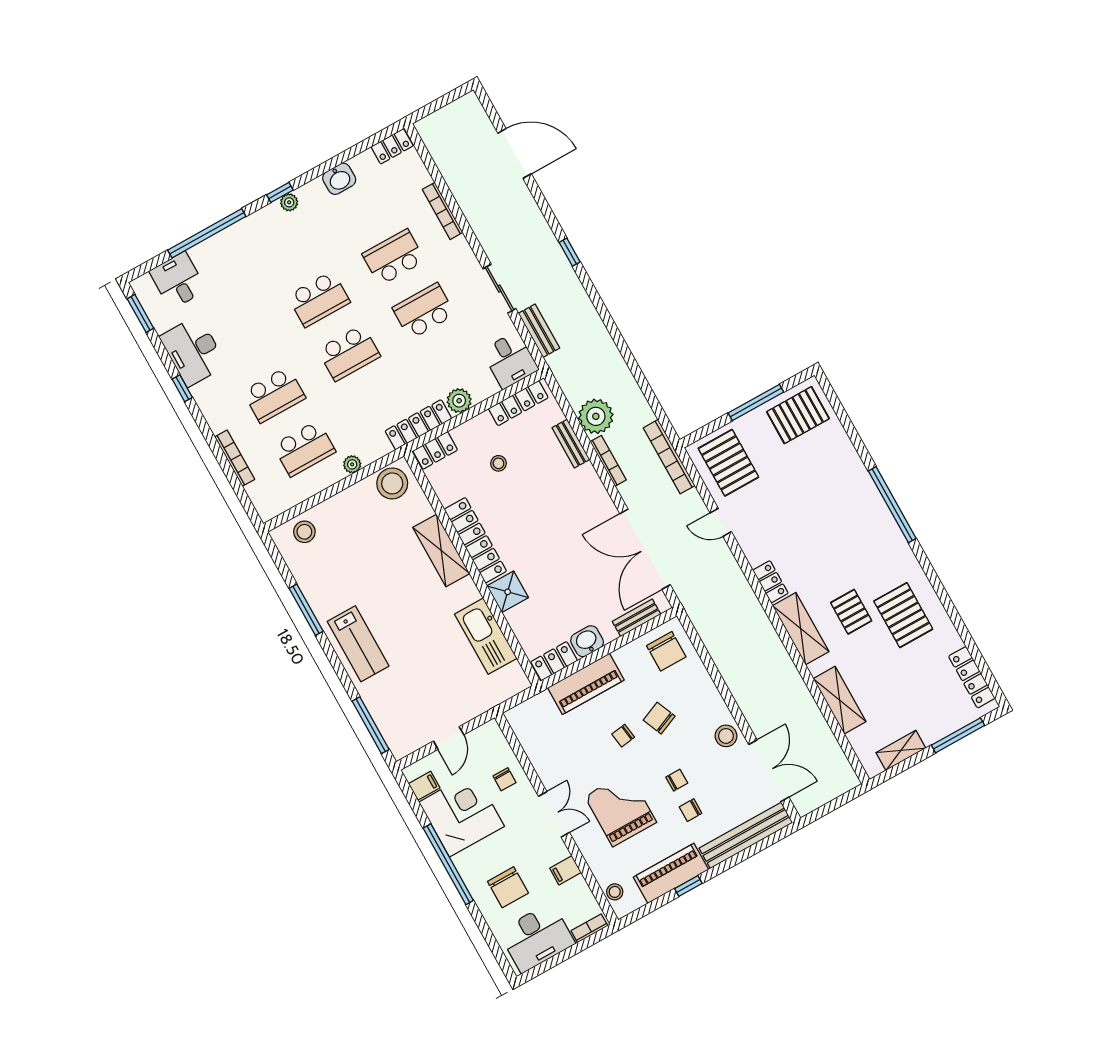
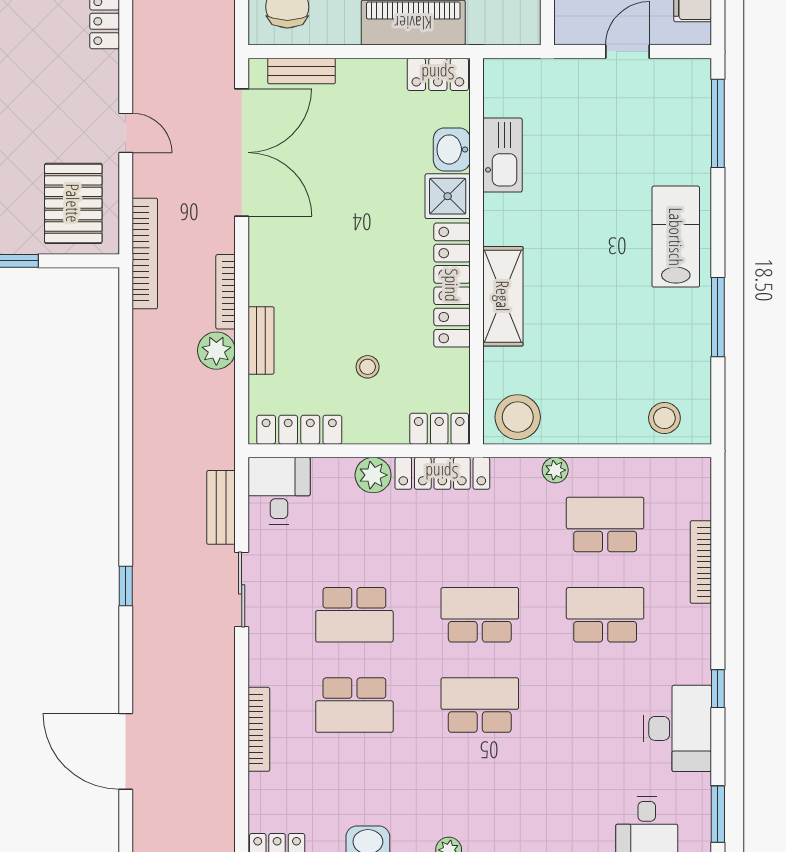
plant: (596, 416) -> (216, 351), width x0.73, depth x0.73
kitchen sink: (486, 636) -> (503, 155), width x0.73, depth x0.81
washbasin: (587, 641) -> (452, 149), moved, turned 90

